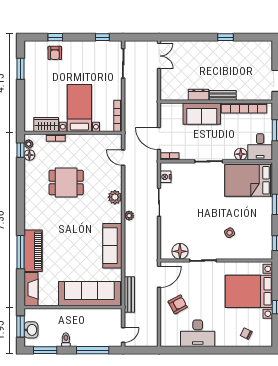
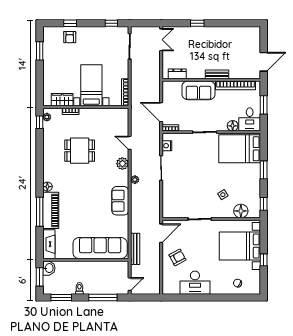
window: (225, 37) -> (197, 23), moved
dresser: (198, 95) -> (177, 74), moved
floor lamp: (29, 155) -> (47, 187), moved
door: (123, 158) -> (130, 143), moved
sofa: (112, 246) -> (120, 201), width x0.73
floor lamp: (180, 251) -> (241, 211), moved
washbasin: (31, 330) -> (49, 268), moved

